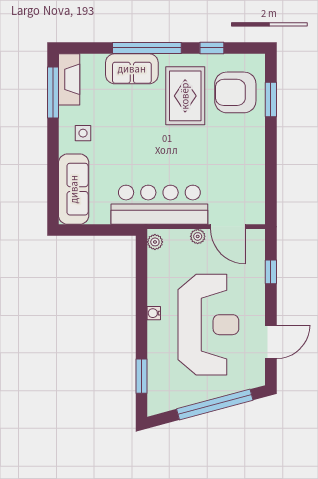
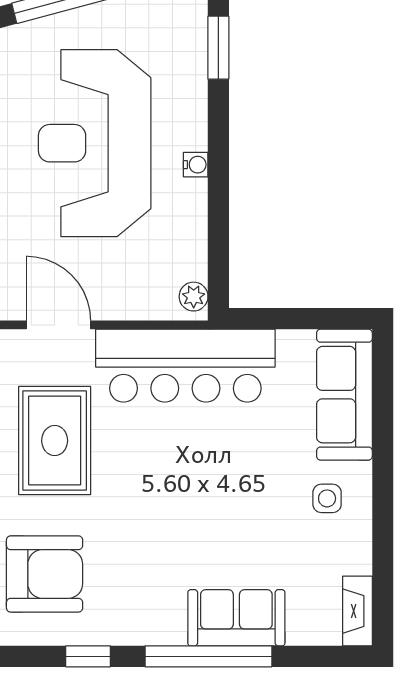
fireplace: (69, 79) -> (357, 611), width x0.73, depth x0.76
window: (53, 93) -> (383, 574), removed
rug: (185, 96) -> (55, 441), moved
plant: (198, 236) -> (114, 307), removed

